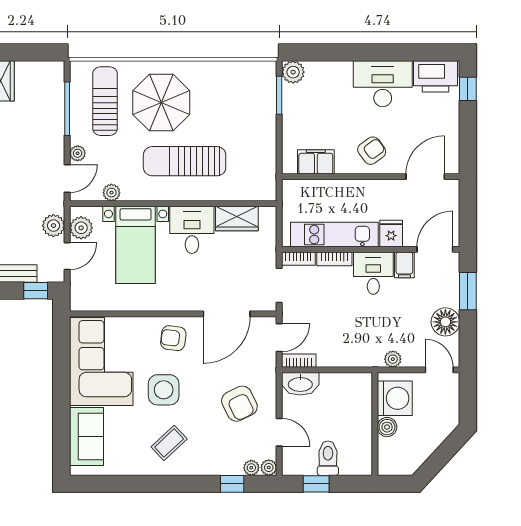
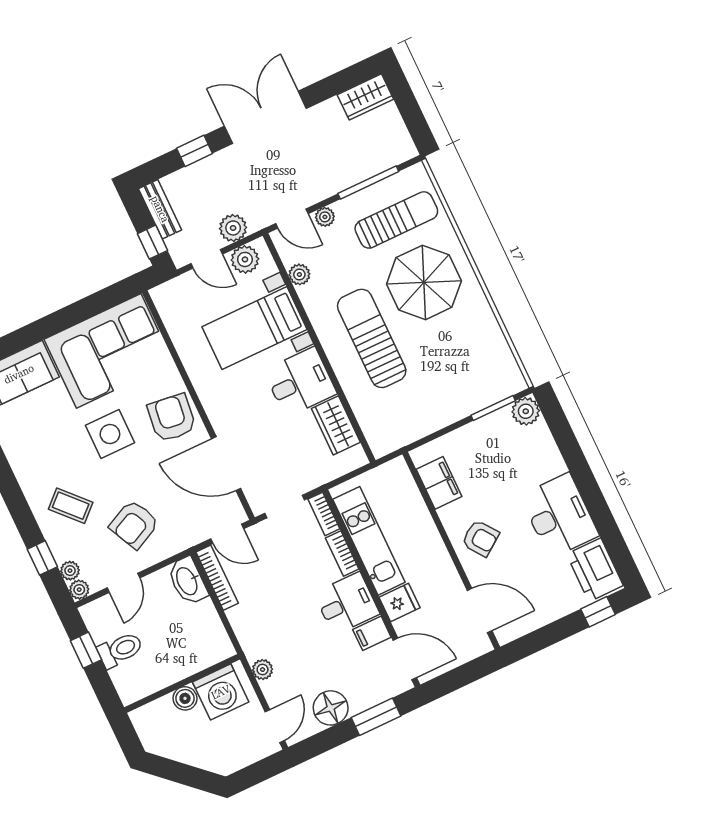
armchair: (173, 338) -> (172, 418), width x1.38, depth x1.38
bookcase: (299, 361) -> (217, 578), width x1.56
coffee table: (169, 443) -> (71, 506), moved

